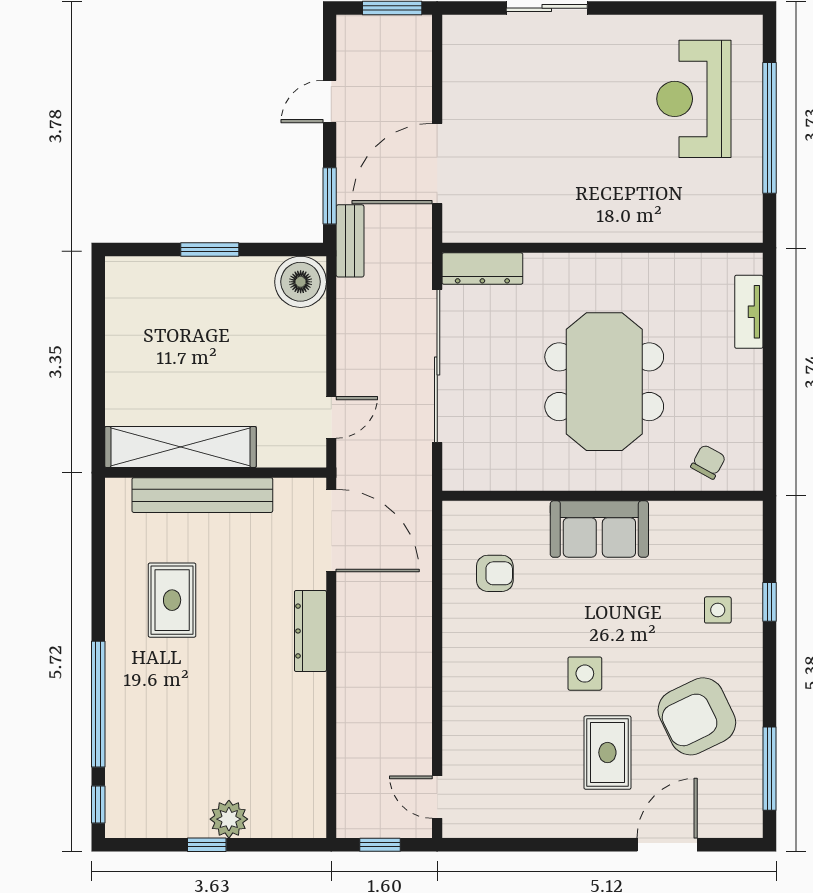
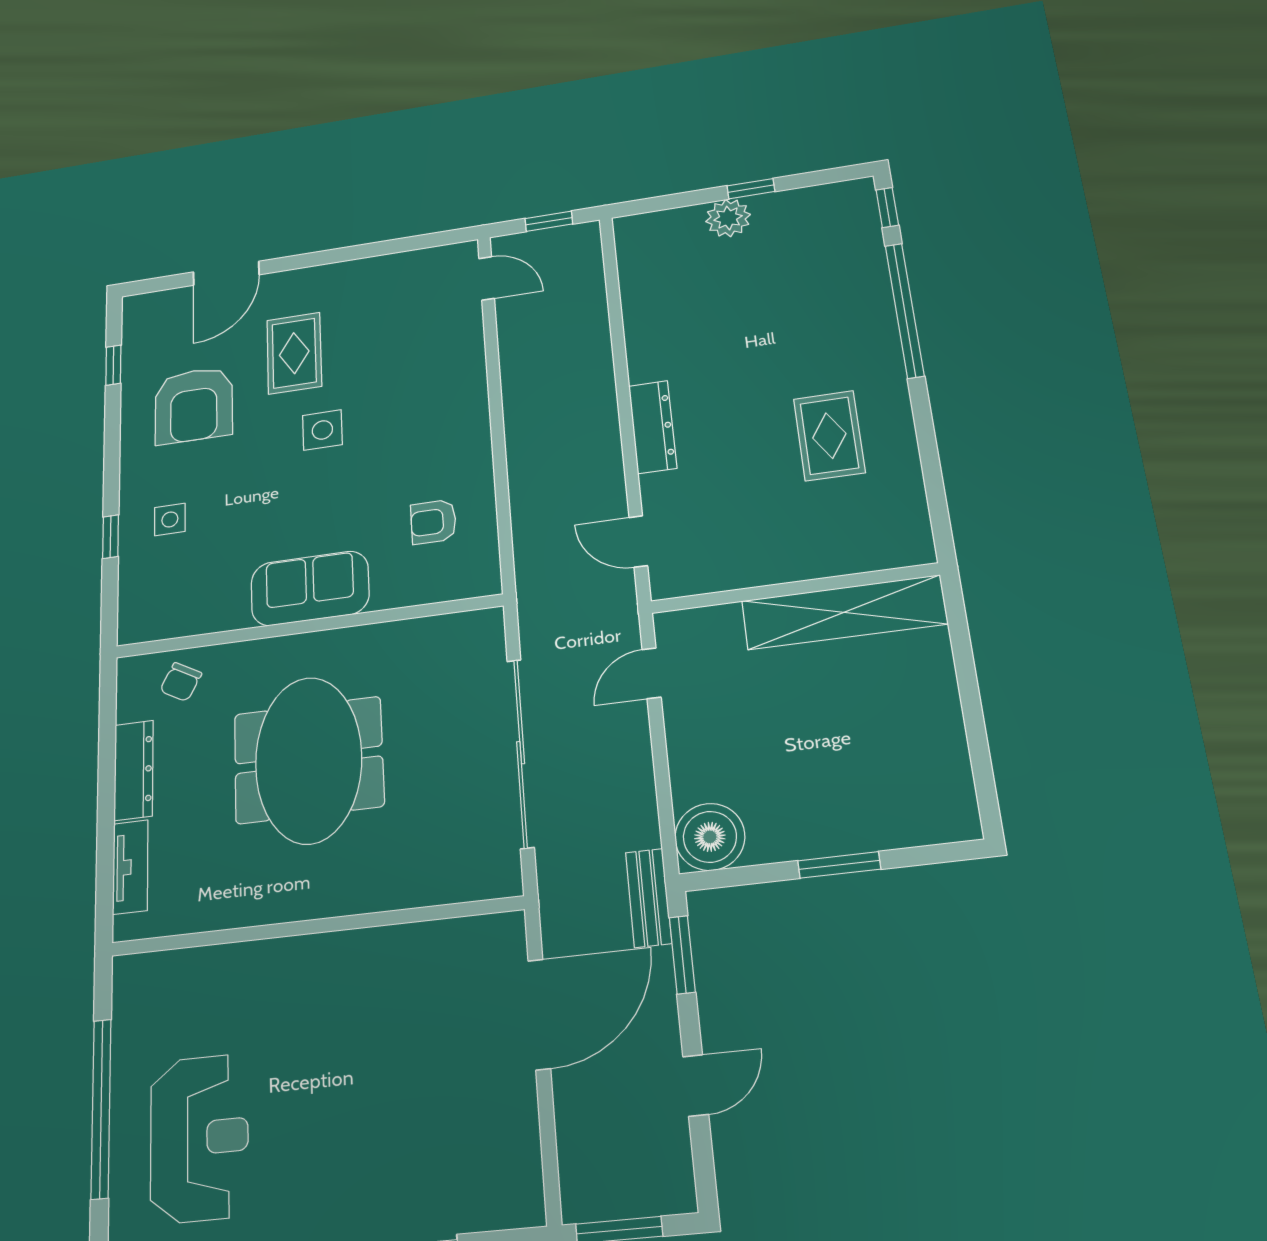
dresser: (482, 269) -> (134, 770), moved, turned 90
bench: (202, 495) -> (807, 560), removed
door: (331, 531) -> (638, 541), width x0.53
armchair: (697, 716) -> (194, 405), turned 116
window: (769, 769) -> (113, 365), width x0.46

